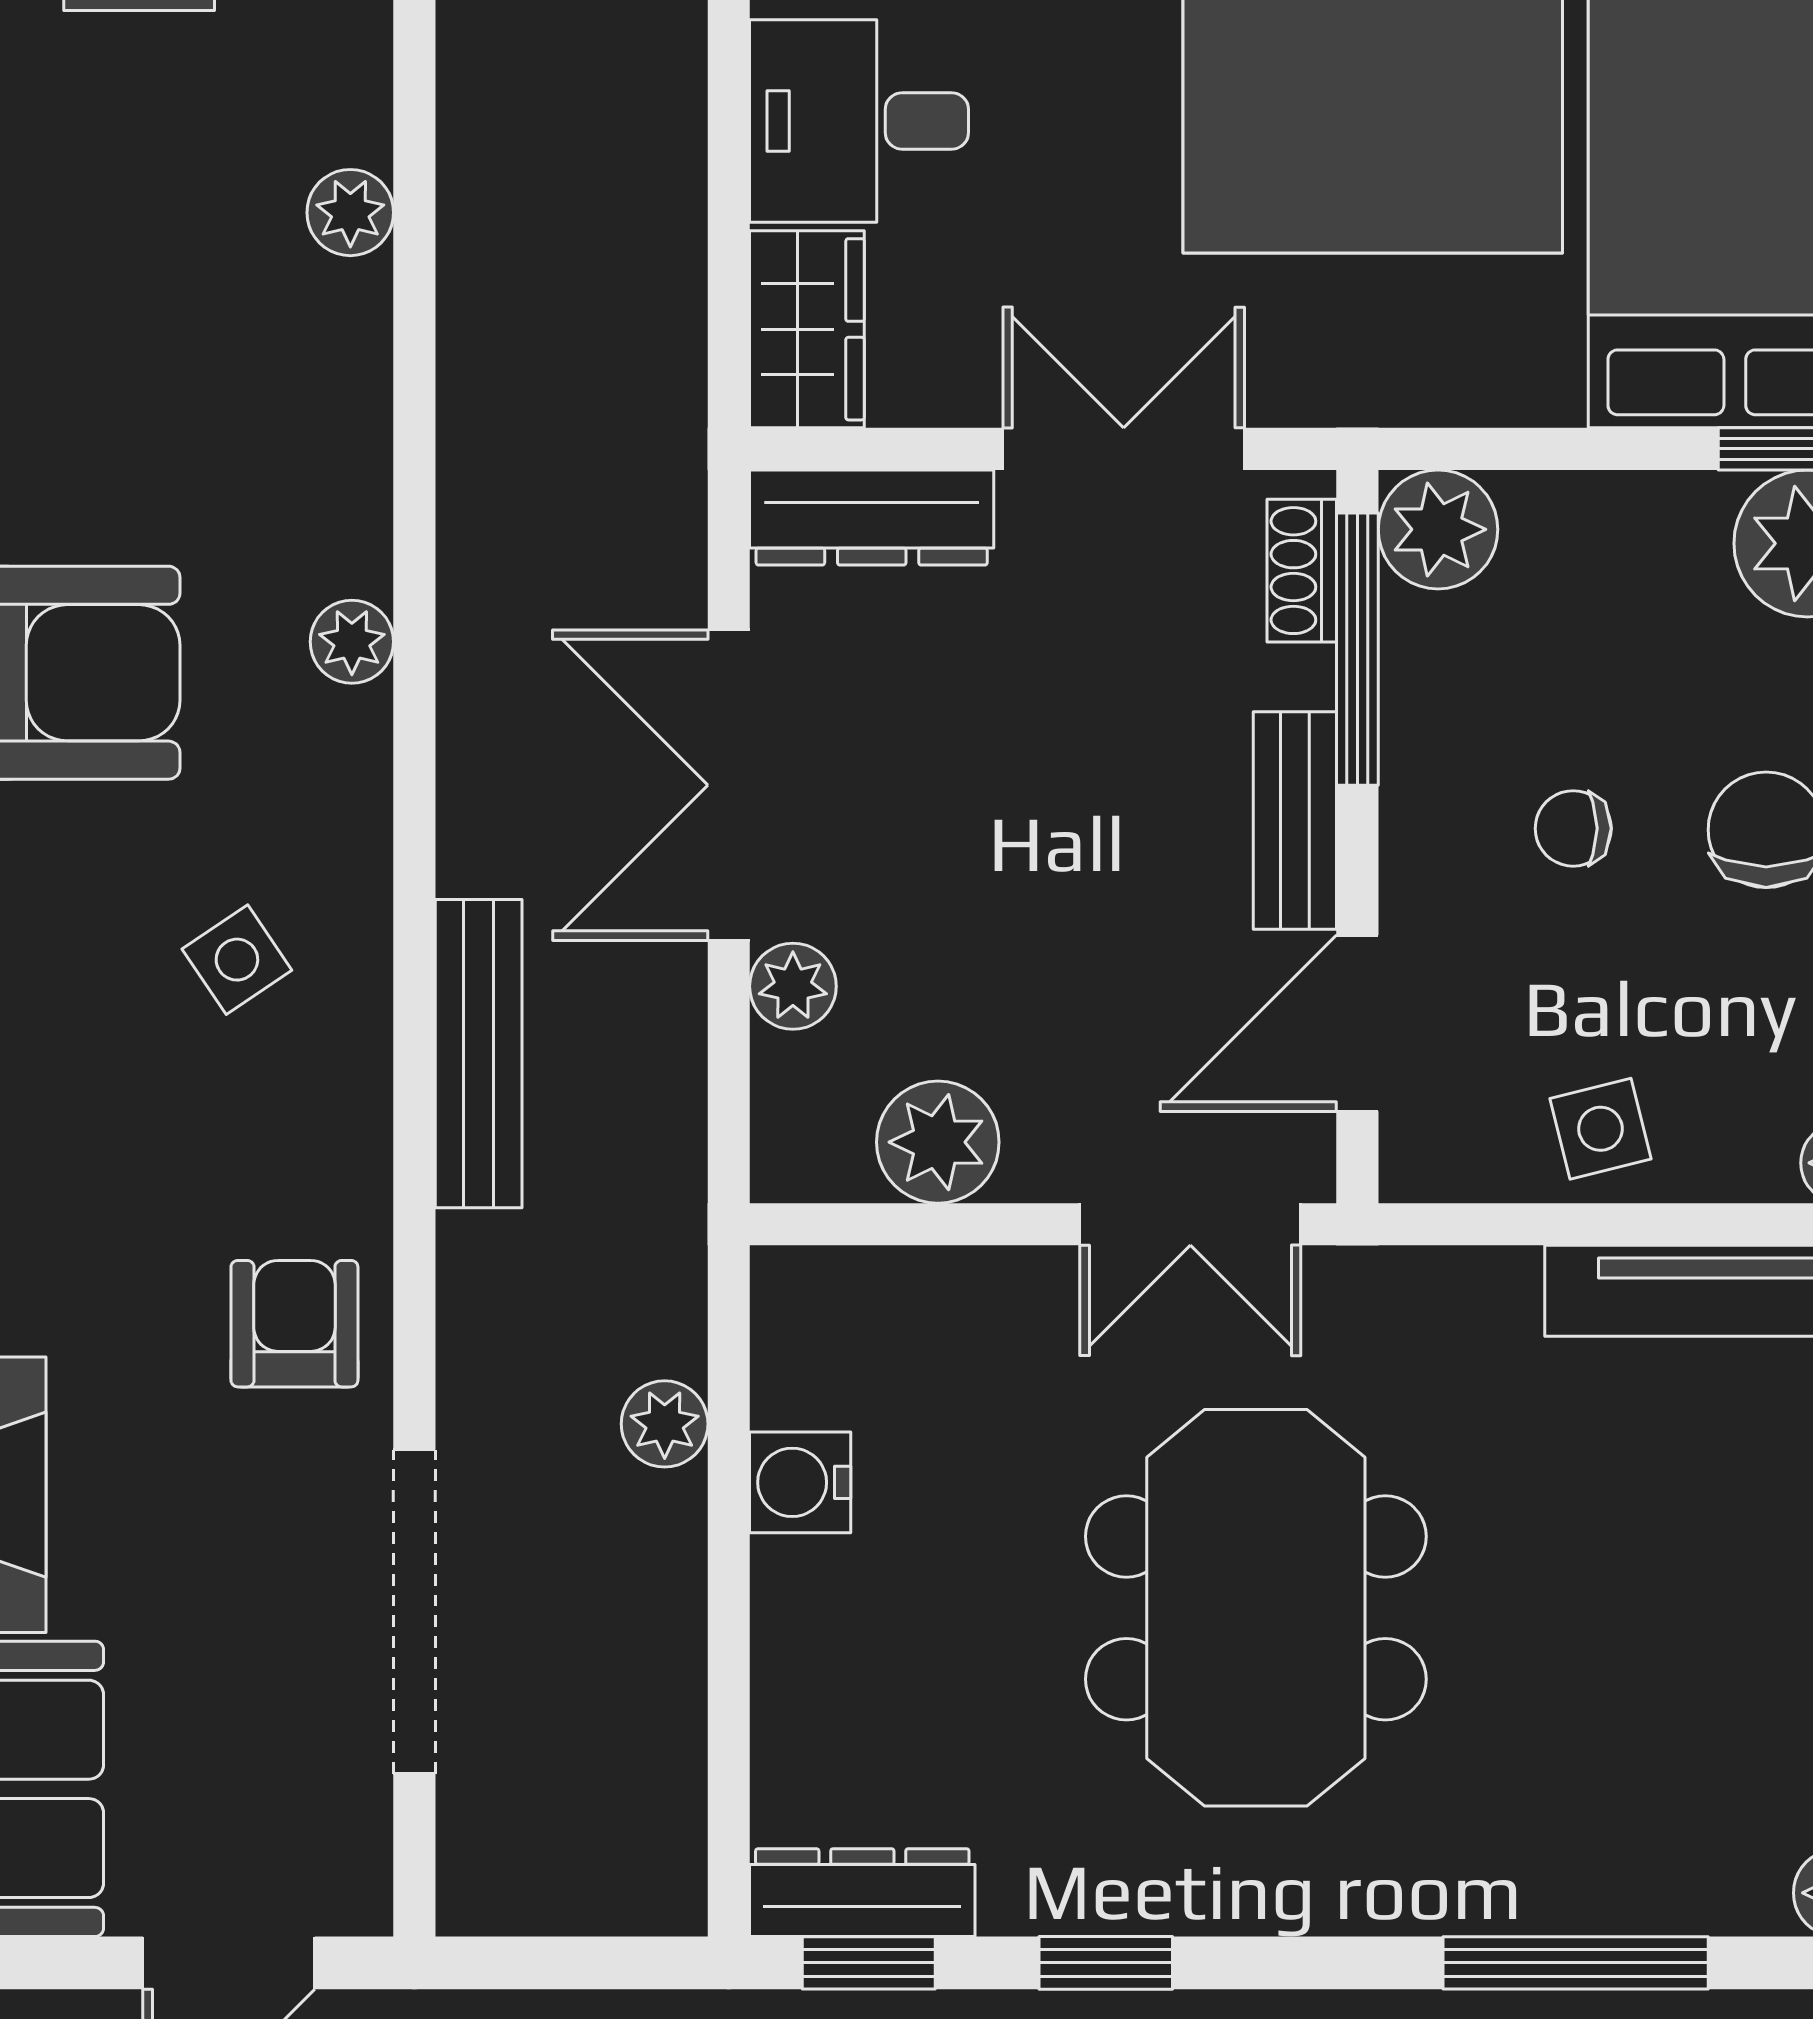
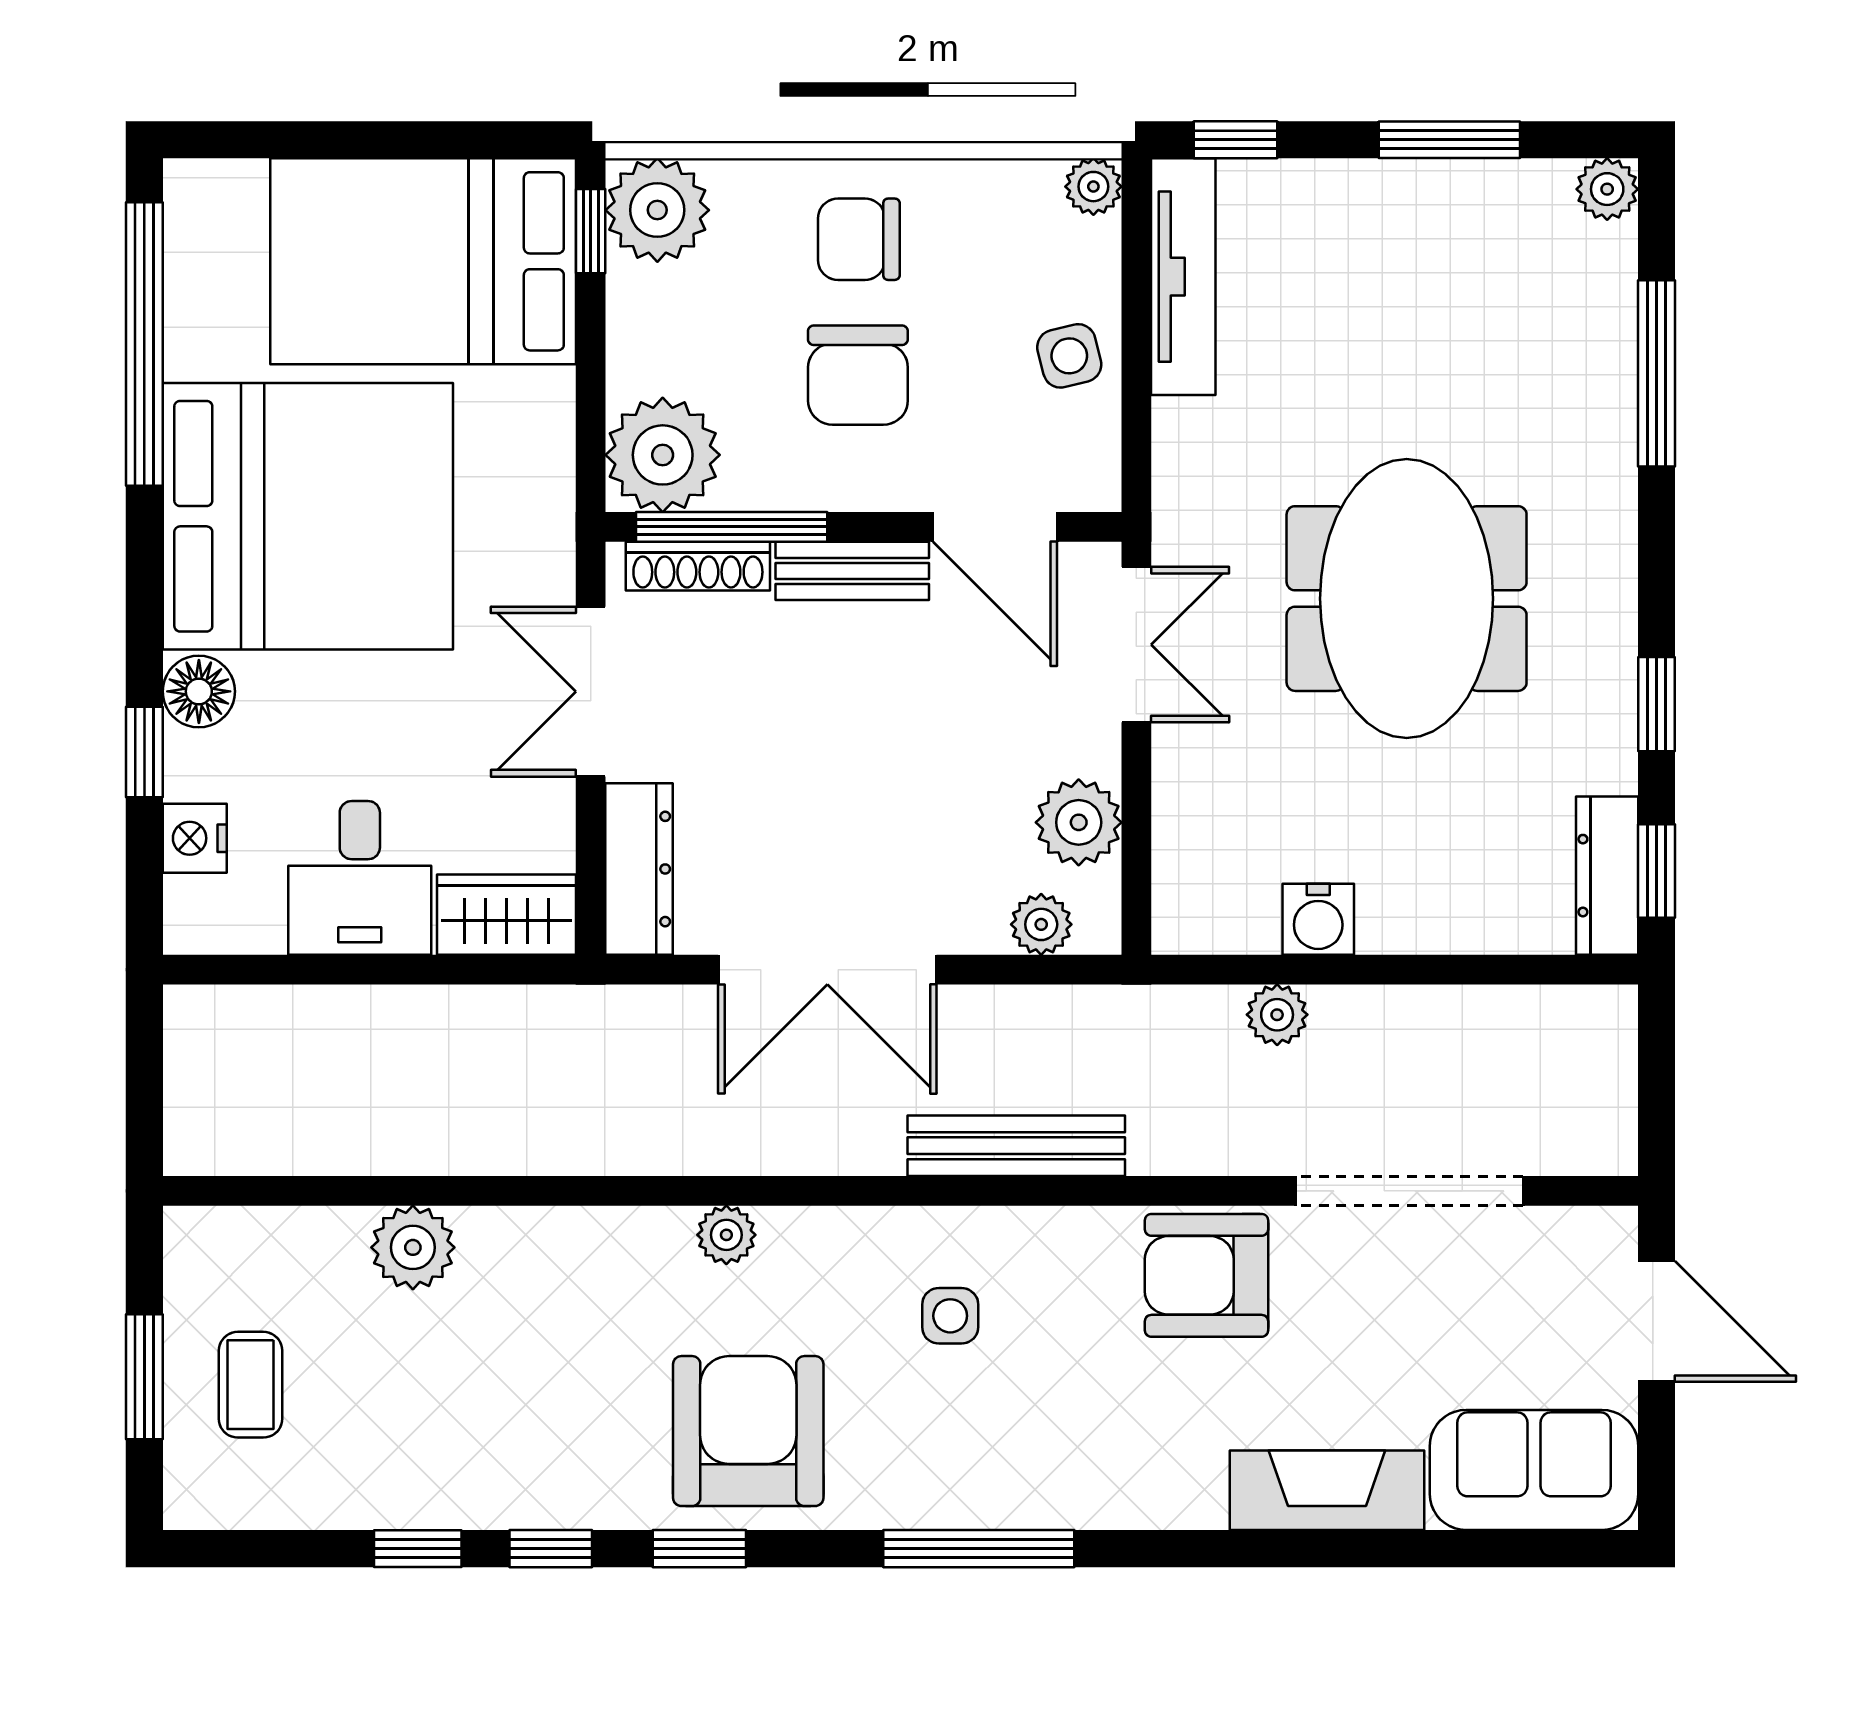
plant: (350, 213) -> (413, 1247), width x1.38, depth x1.38
plant: (1438, 529) -> (663, 455), width x1.36, depth x1.36
shoe rack: (1302, 571) -> (698, 566), width x1.43
chair: (1573, 828) -> (858, 375), width x1.87, depth x1.87
side table: (237, 960) -> (950, 1316), turned 34
plant: (793, 986) -> (1041, 924), moved
armchair: (294, 1324) -> (1206, 1275), width x1.38, depth x1.38
meeting table: (1256, 1608) -> (1407, 599), turned 90

